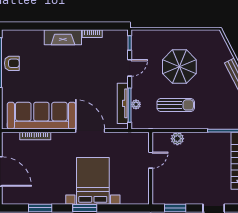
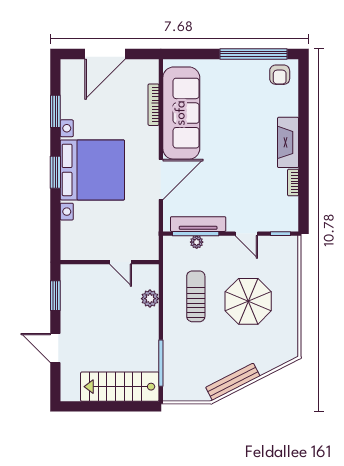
armchair: (12, 63) -> (280, 75), moved
sun lounger: (176, 105) -> (196, 296), turned 180
bed with nightstands: (93, 181) -> (92, 170), width x1.36

